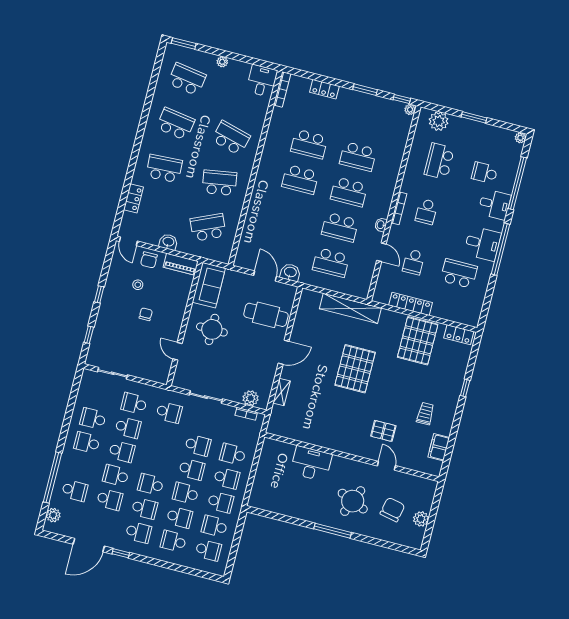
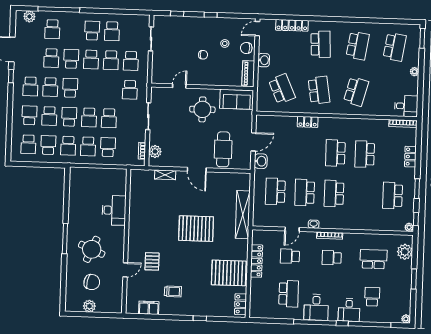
school desk: (358, 157) -> (393, 196), moved
locker: (133, 198) -> (292, 25), width x1.53
locker: (255, 205) -> (308, 122), added
school desk: (134, 403) -> (131, 61), turned 180
school desk: (93, 419) -> (112, 31), turned 180

